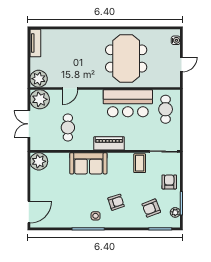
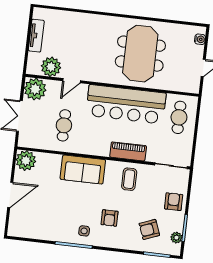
tv unit: (35, 43) -> (36, 36), moved
plant: (39, 79) -> (51, 67), moved
bar counter: (128, 103) -> (126, 104), width x1.36
piano: (109, 143) -> (128, 151), moved
coffee table: (140, 163) -> (129, 179), moved
armchair: (116, 202) -> (110, 218), turned 108
door: (29, 212) -> (10, 195), moved

